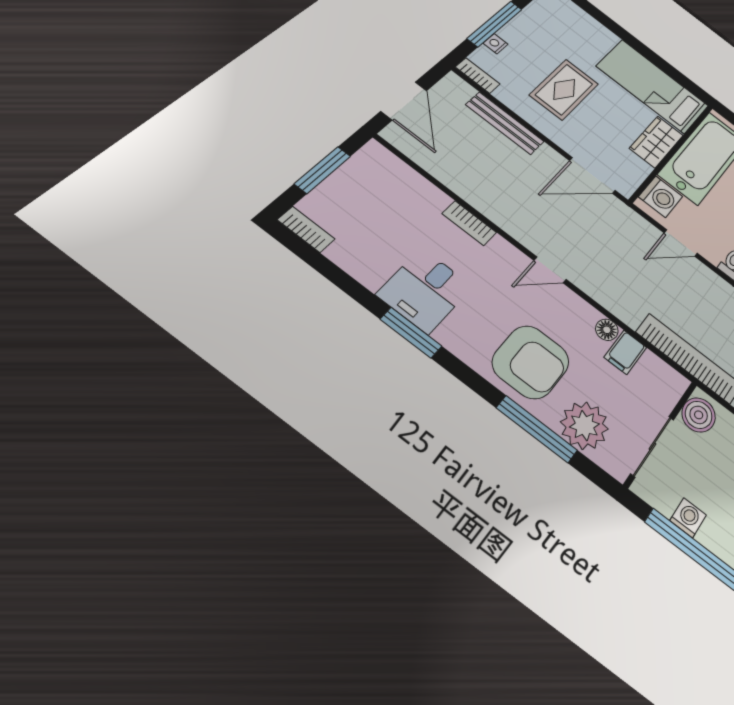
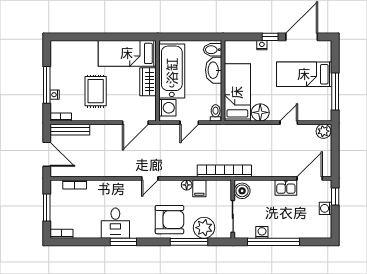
bench: (505, 123) -> (70, 130), moved
bookcase: (469, 223) -> (75, 184), moved

